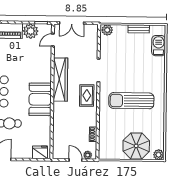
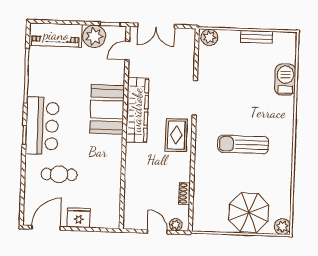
barbecue: (159, 46) -> (285, 80), moved
booth: (40, 99) -> (107, 109), moved
sun lounger: (131, 101) -> (243, 144), width x0.73, depth x0.75
fridge: (40, 152) -> (79, 218), moved

